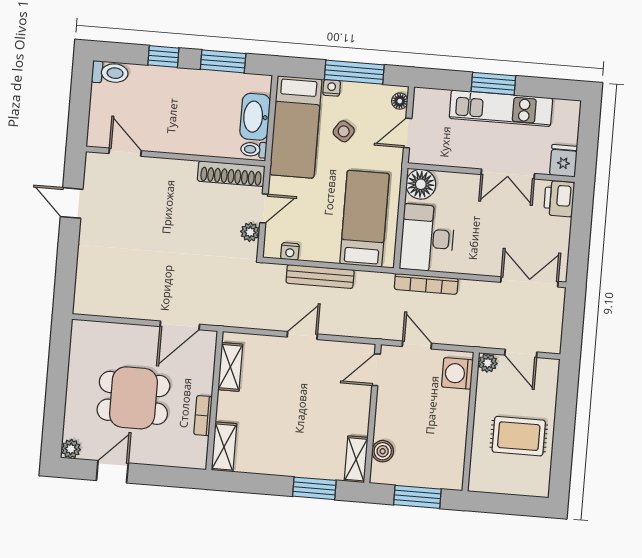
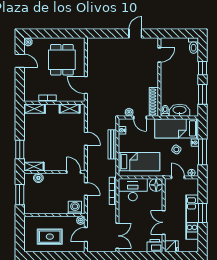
door: (417, 345) -> (86, 189), hinge flipped
dining table: (133, 398) -> (62, 60), moved
rug: (519, 436) -> (50, 237), turned 90

